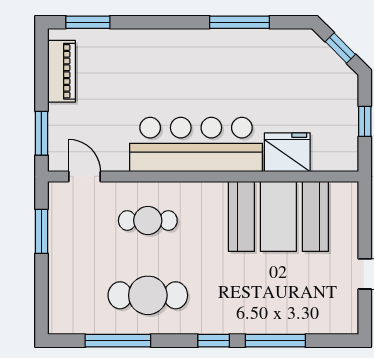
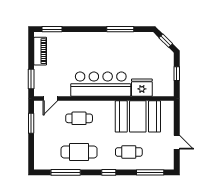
door: (84, 176) -> (50, 98), swing flipped
cafe table: (258, 295) -> (129, 152), added
window: (275, 341) -> (150, 172), moved

